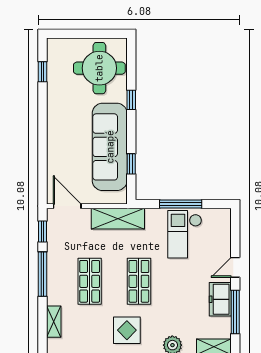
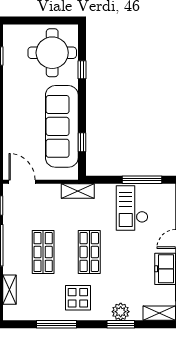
window: (131, 100) -> (82, 70), moved
window: (181, 204) -> (142, 180), moved
shelving: (118, 219) -> (78, 191), width x0.67, depth x0.75

